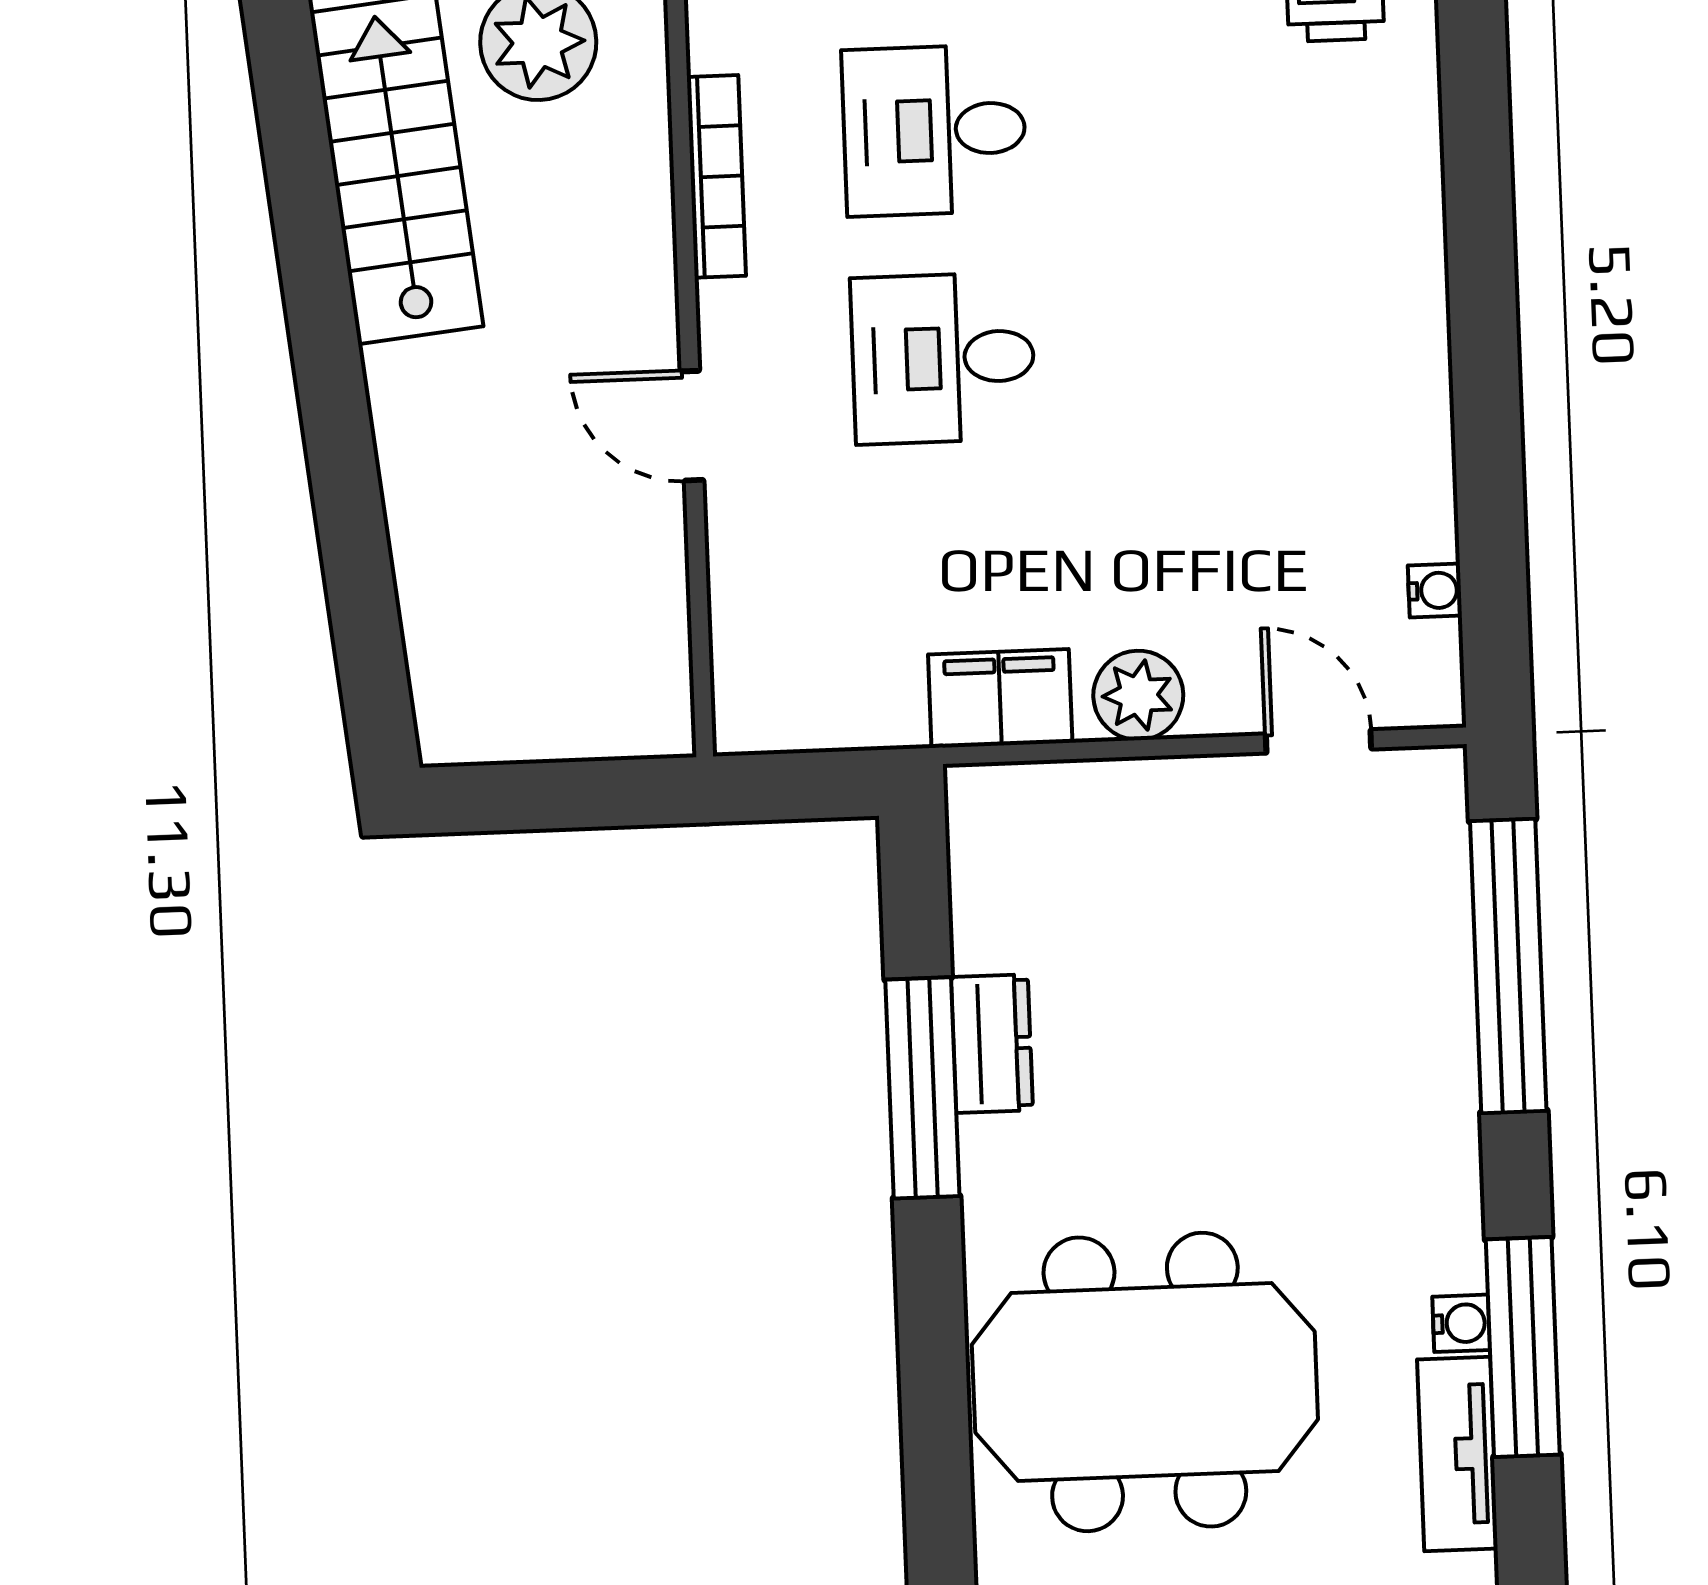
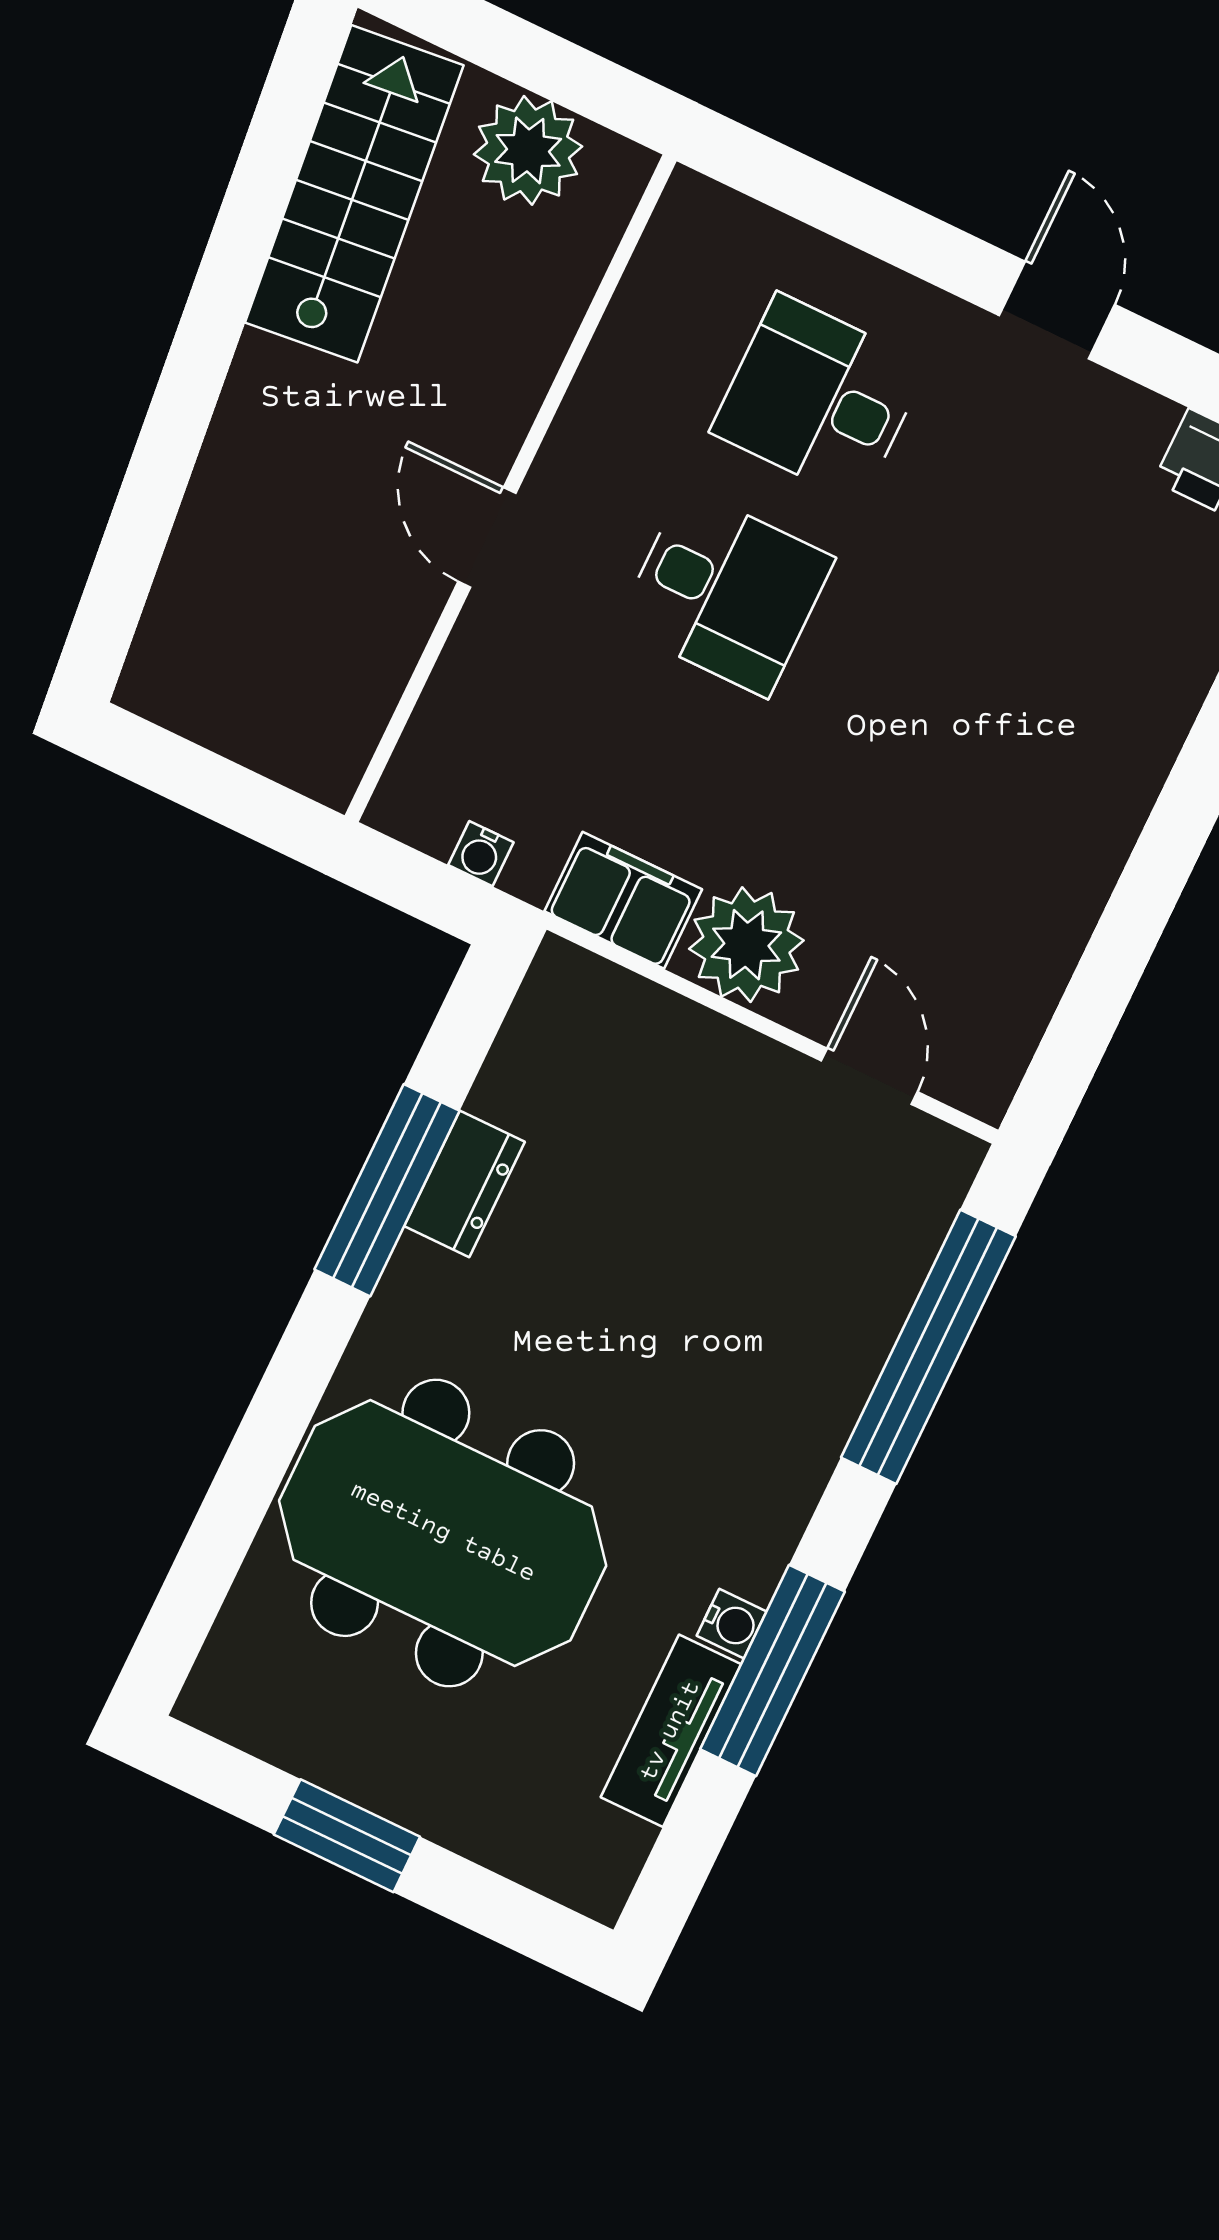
bookcase: (716, 176) -> (617, 341), removed
desk: (943, 358) -> (726, 592), turned 180
water cooler: (1435, 591) -> (481, 854), moved, turned 90
plant: (1138, 695) -> (746, 945), width x1.36, depth x1.36

